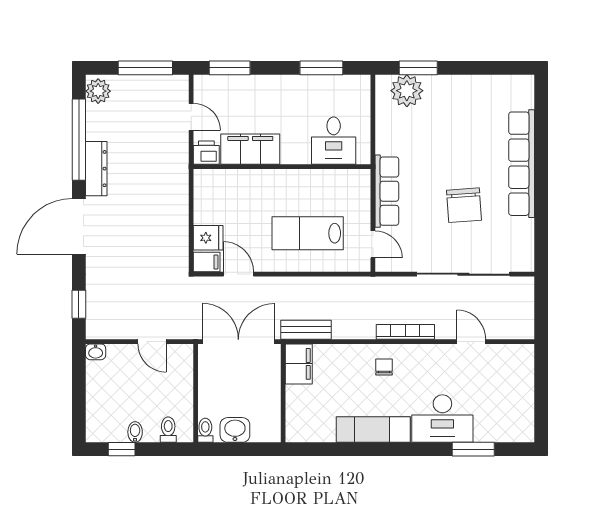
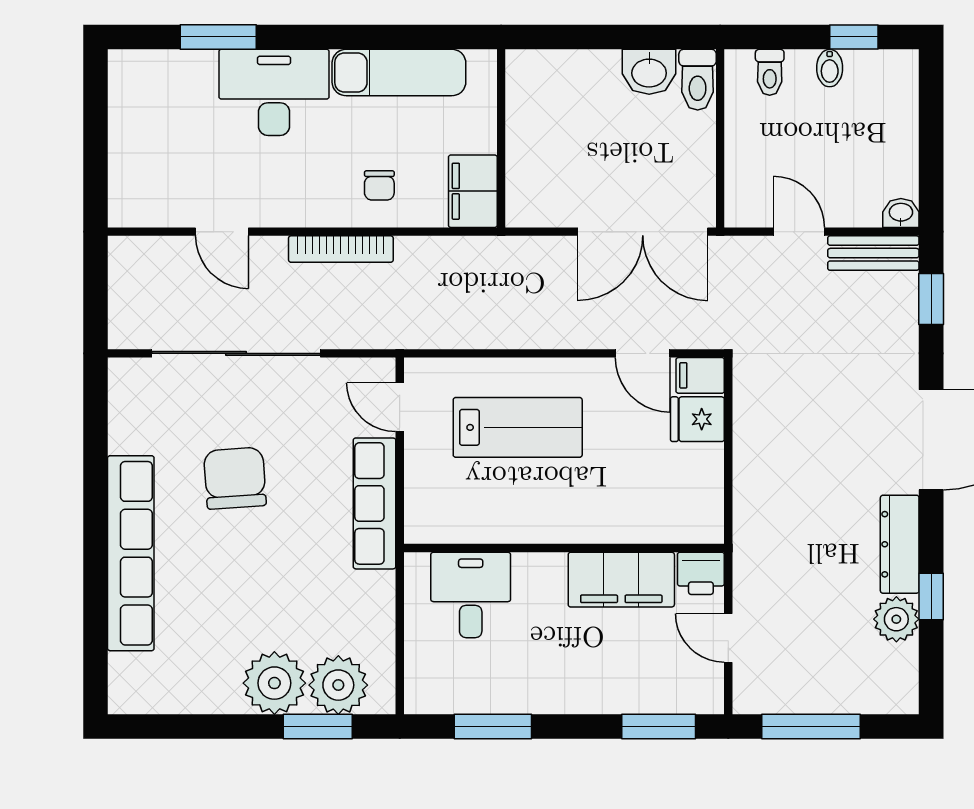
plant: (98, 91) -> (896, 619), moved
plant: (442, 92) -> (274, 683), added
window: (79, 140) -> (931, 597), width x0.32
bench: (306, 330) -> (873, 253), moved
filing cabinet: (299, 364) -> (473, 191), moved
wall: (283, 393) -> (501, 138), moved
toilet: (205, 430) -> (698, 80), width x1.37, depth x1.39

